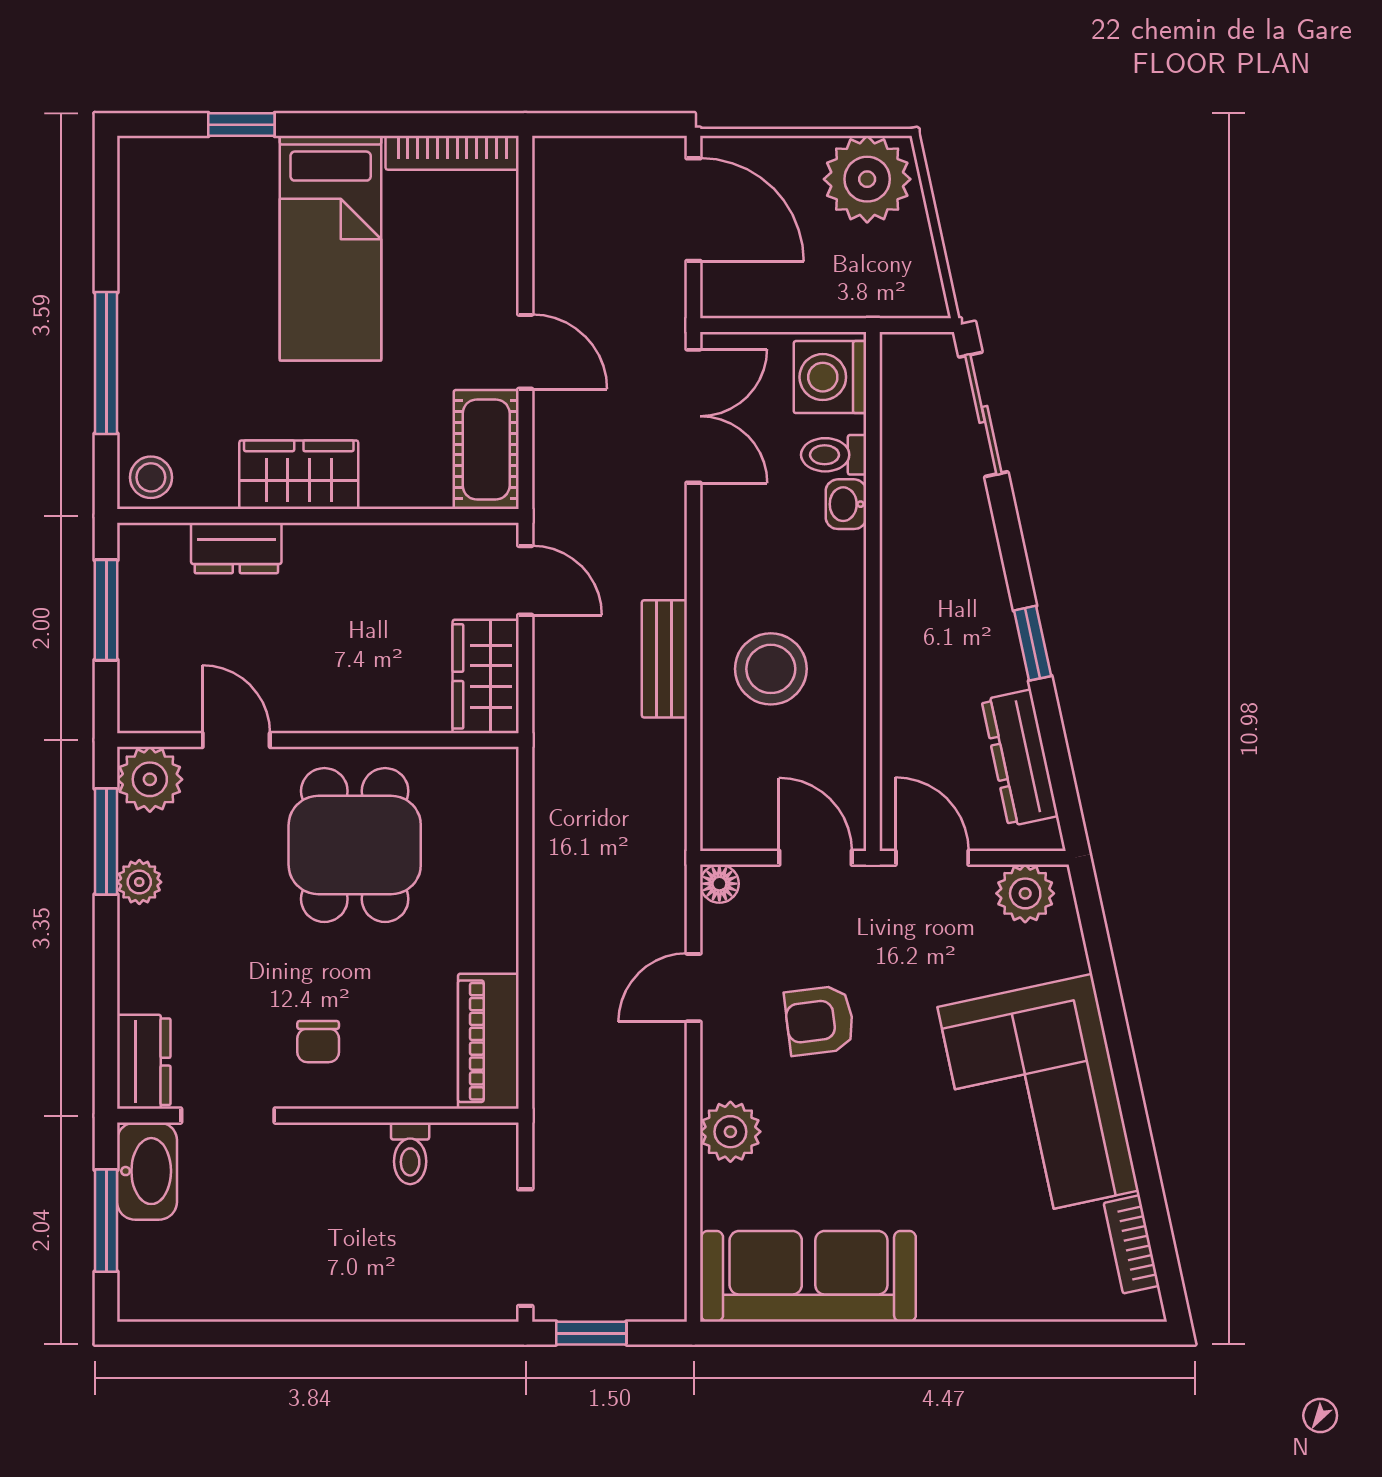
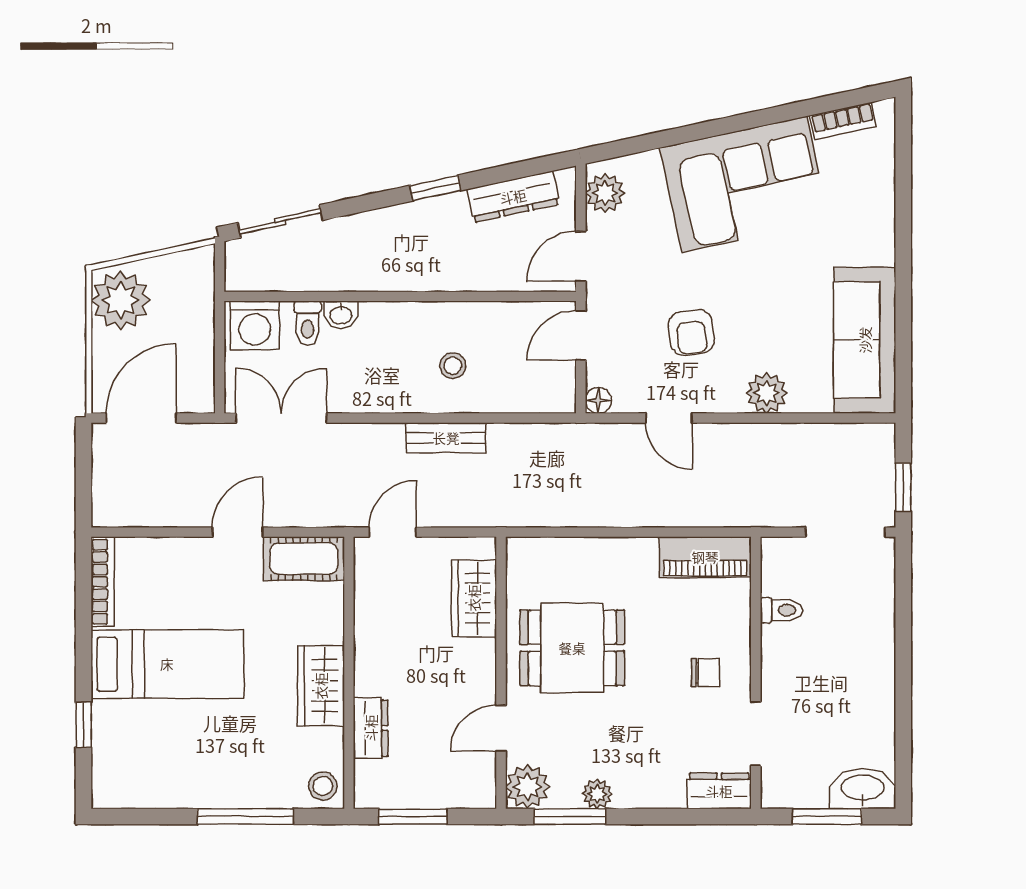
stool: (771, 669) -> (453, 366), width x0.53, depth x0.53
wardrobe: (486, 676) -> (474, 598), moved, turned 90
washbasin: (147, 1171) -> (863, 789), moved

